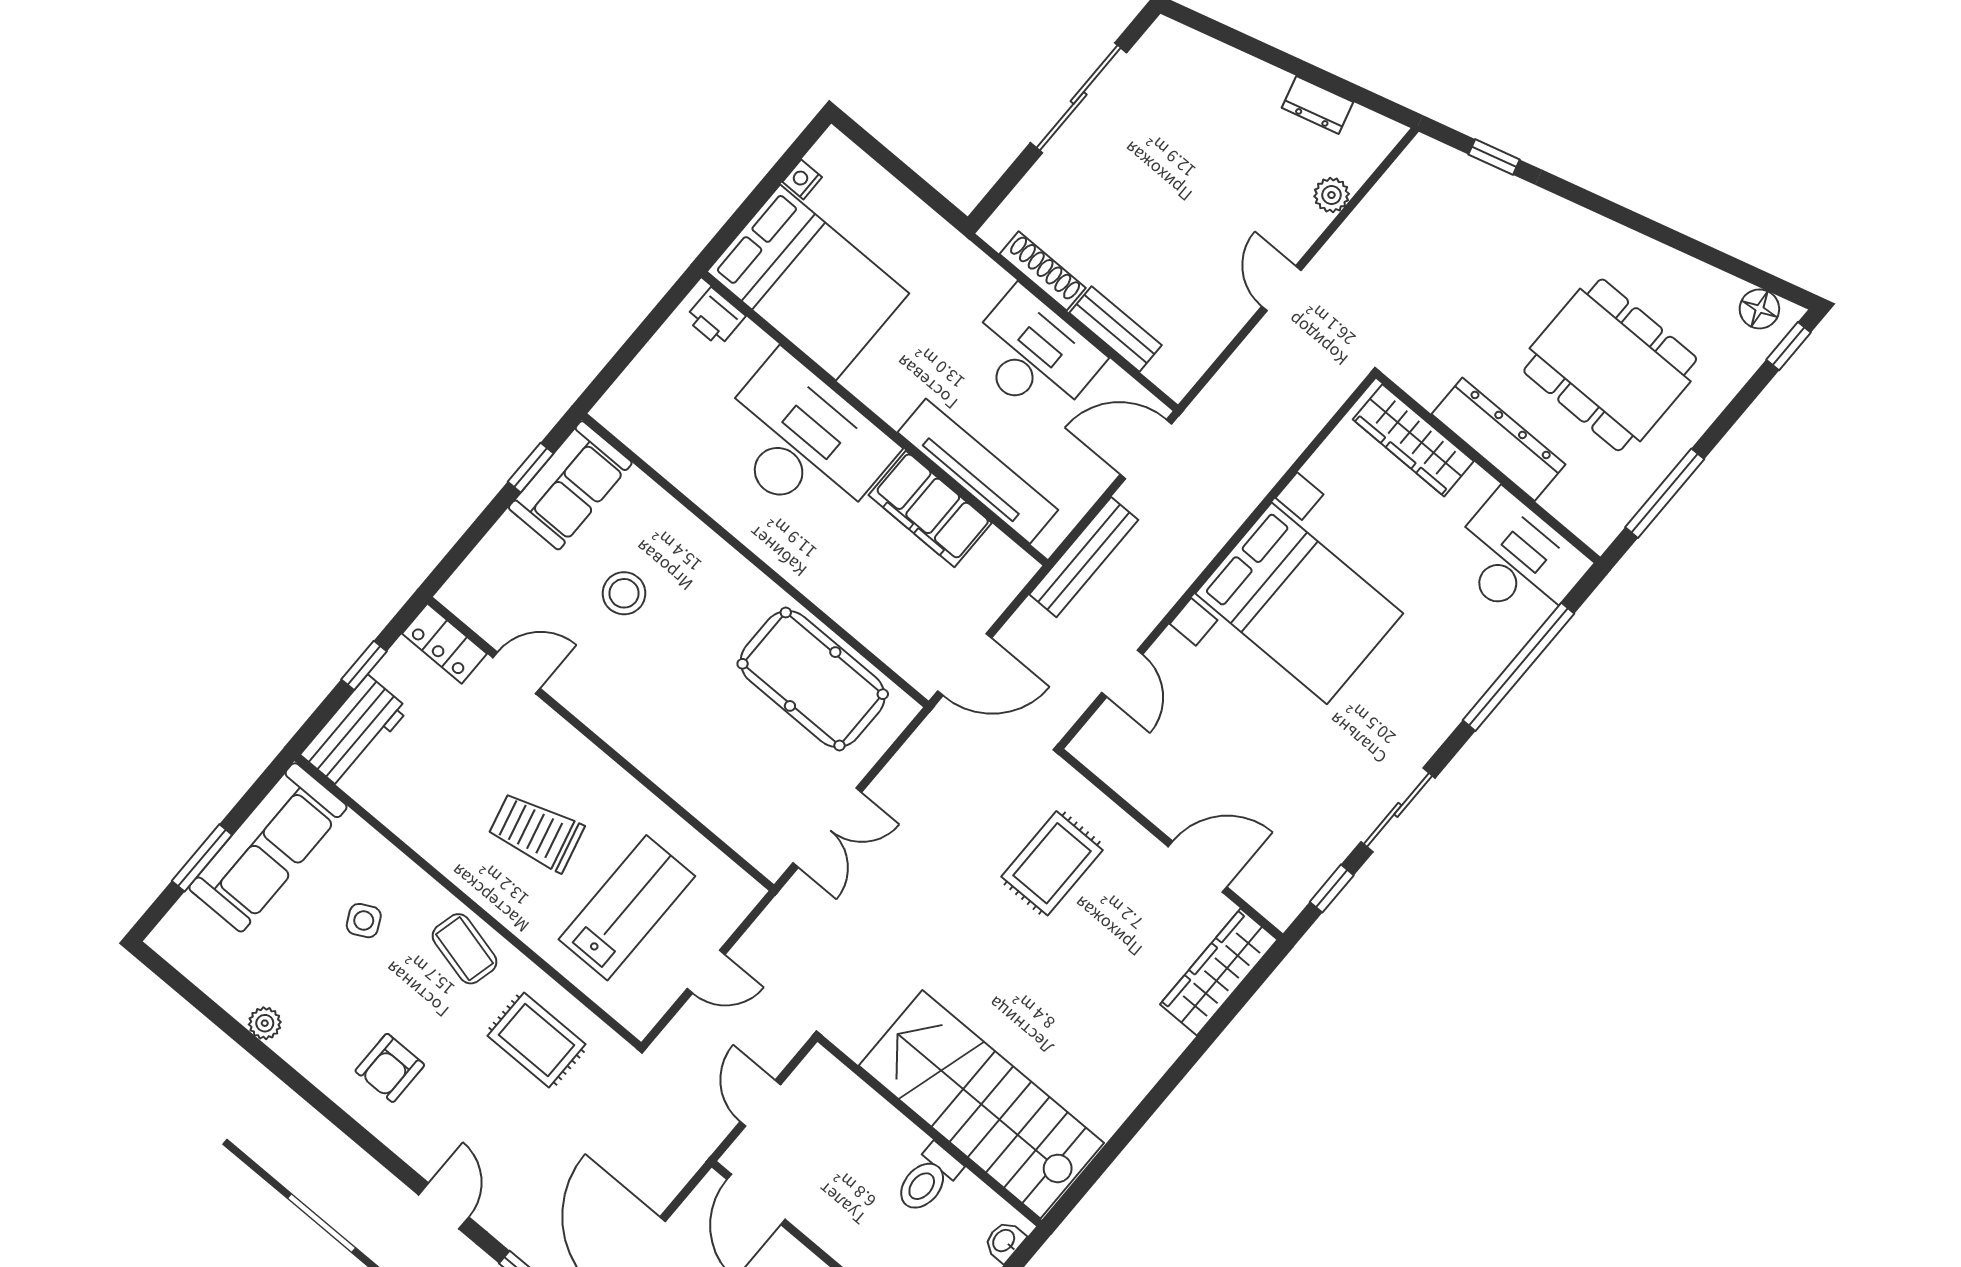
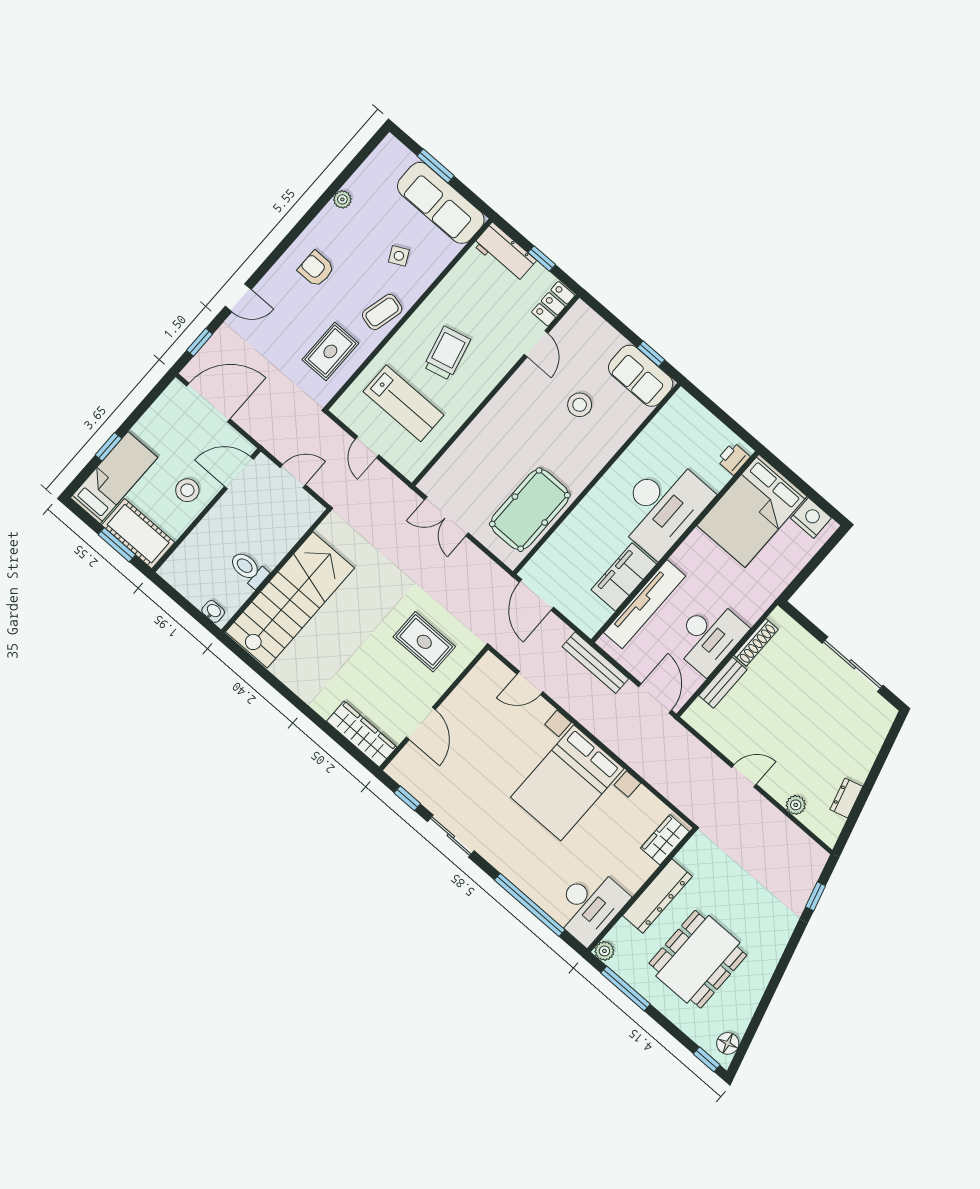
nightstand: (802, 180) -> (811, 518), width x1.89, depth x1.79
wardrobe: (1413, 440) -> (665, 840), width x0.67
plant: (1598, 532) -> (604, 951), added

